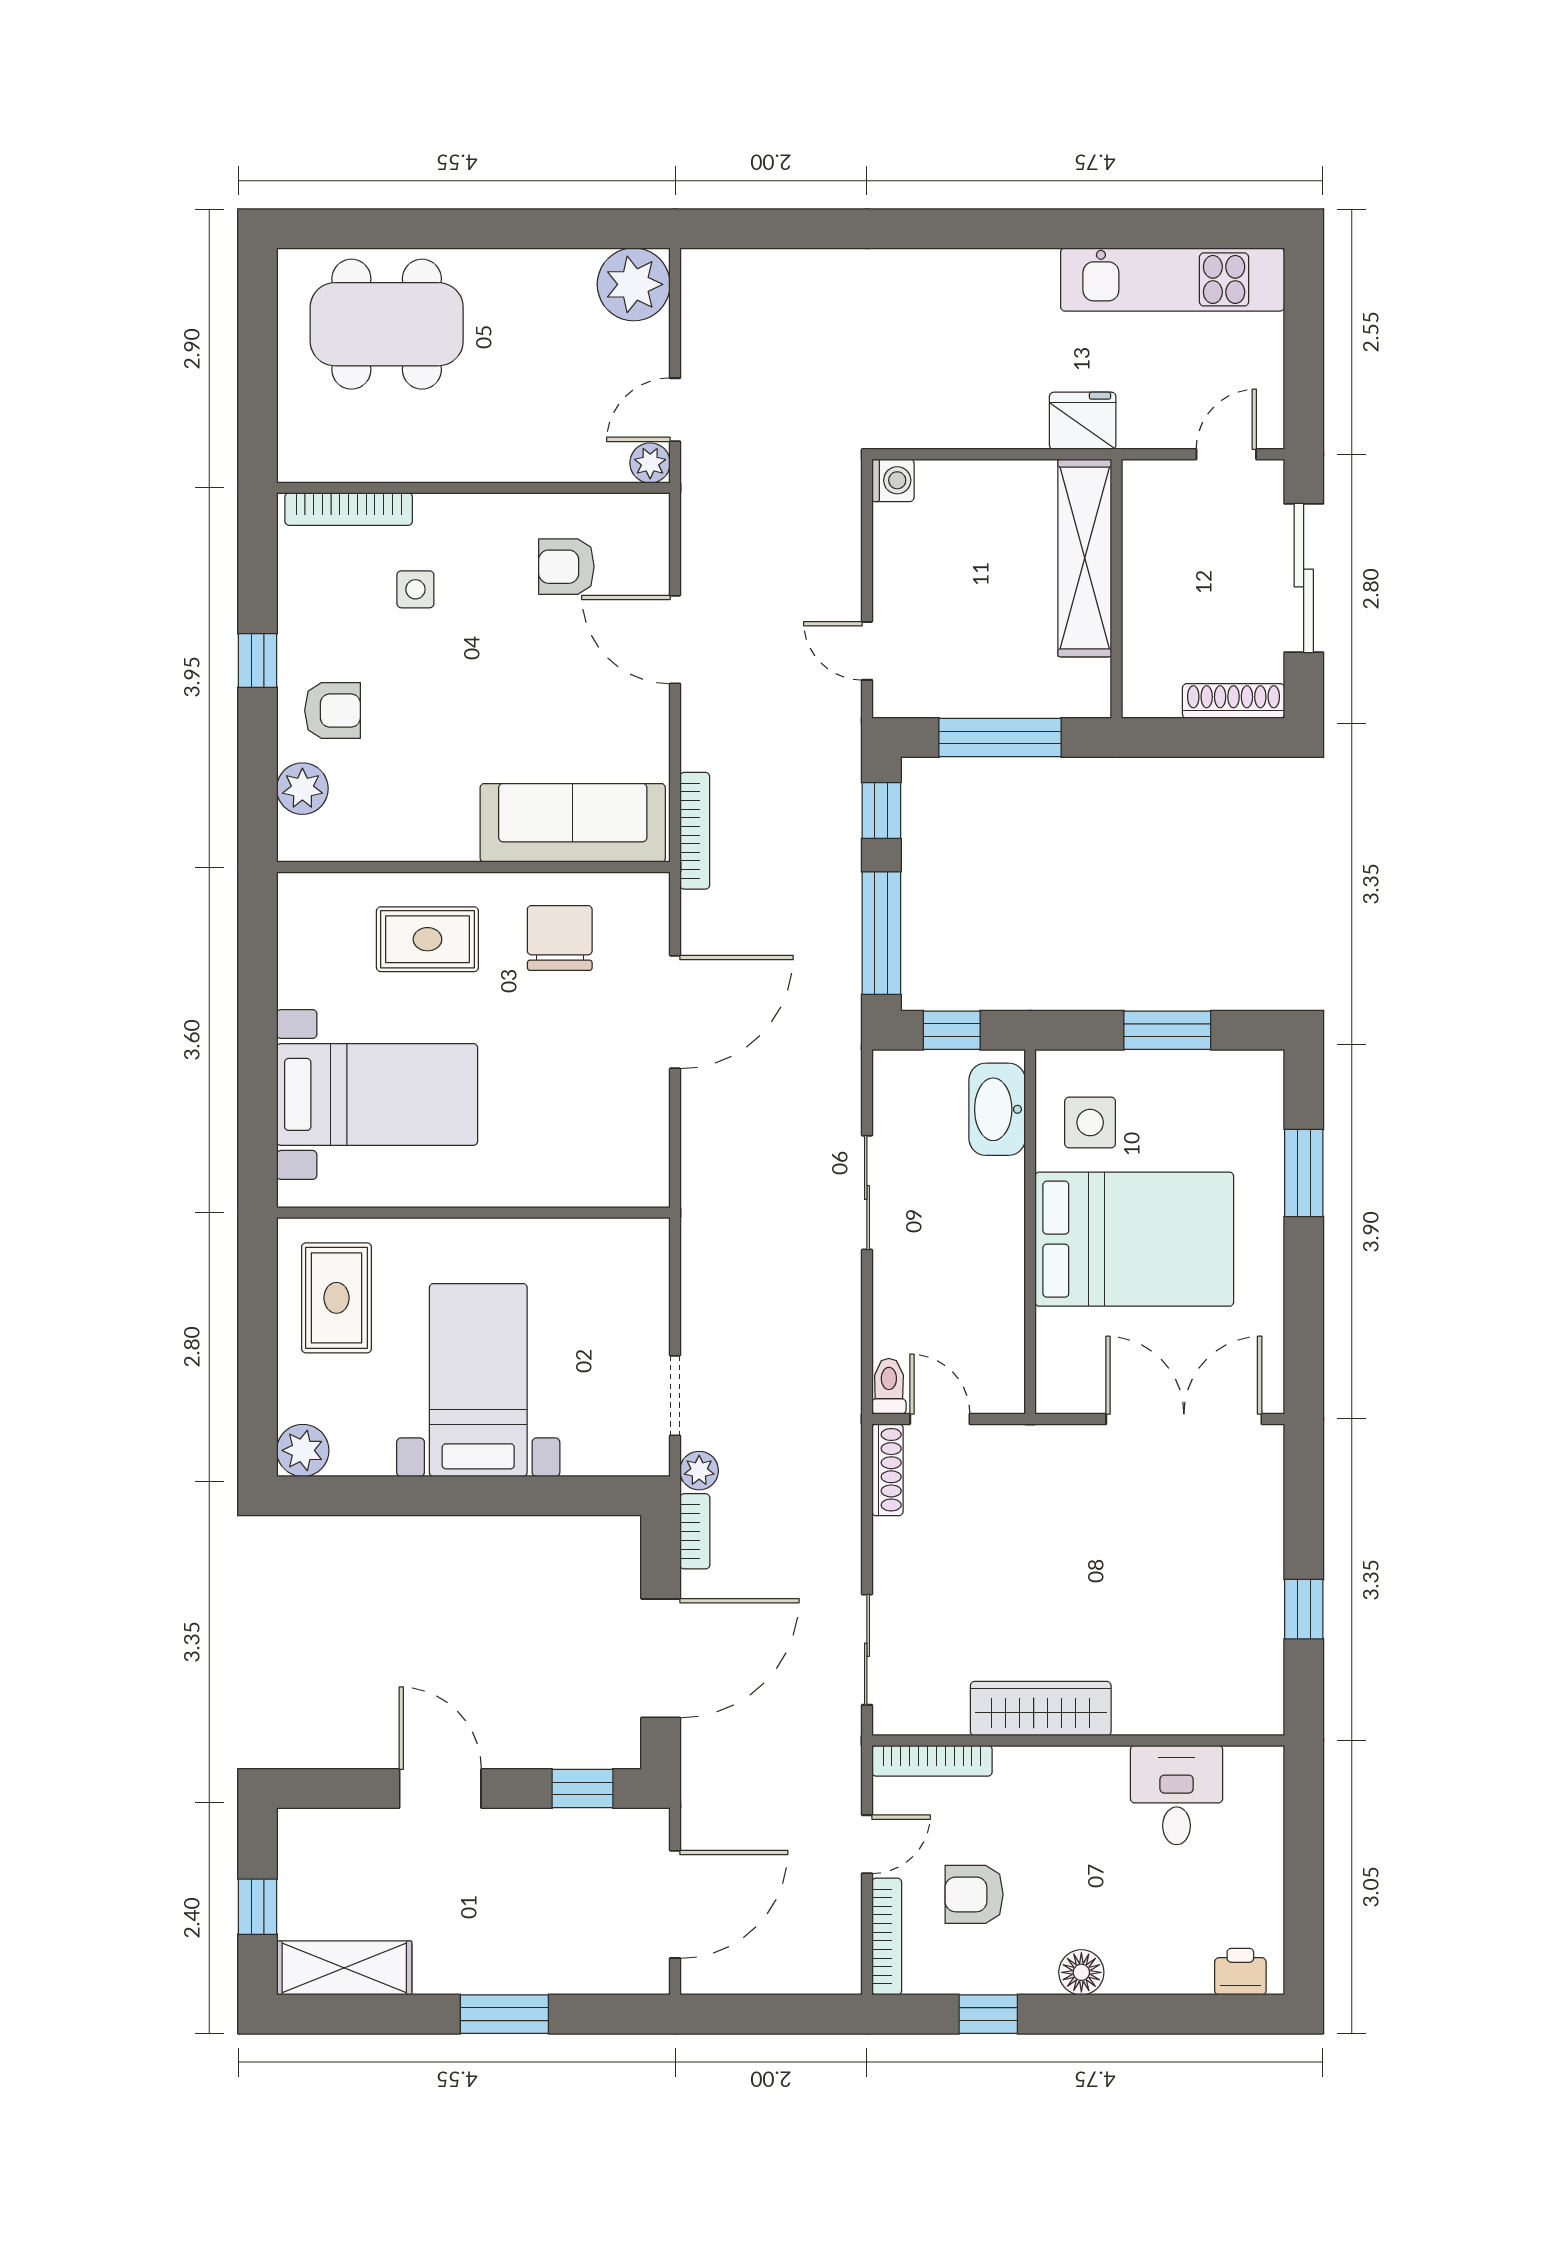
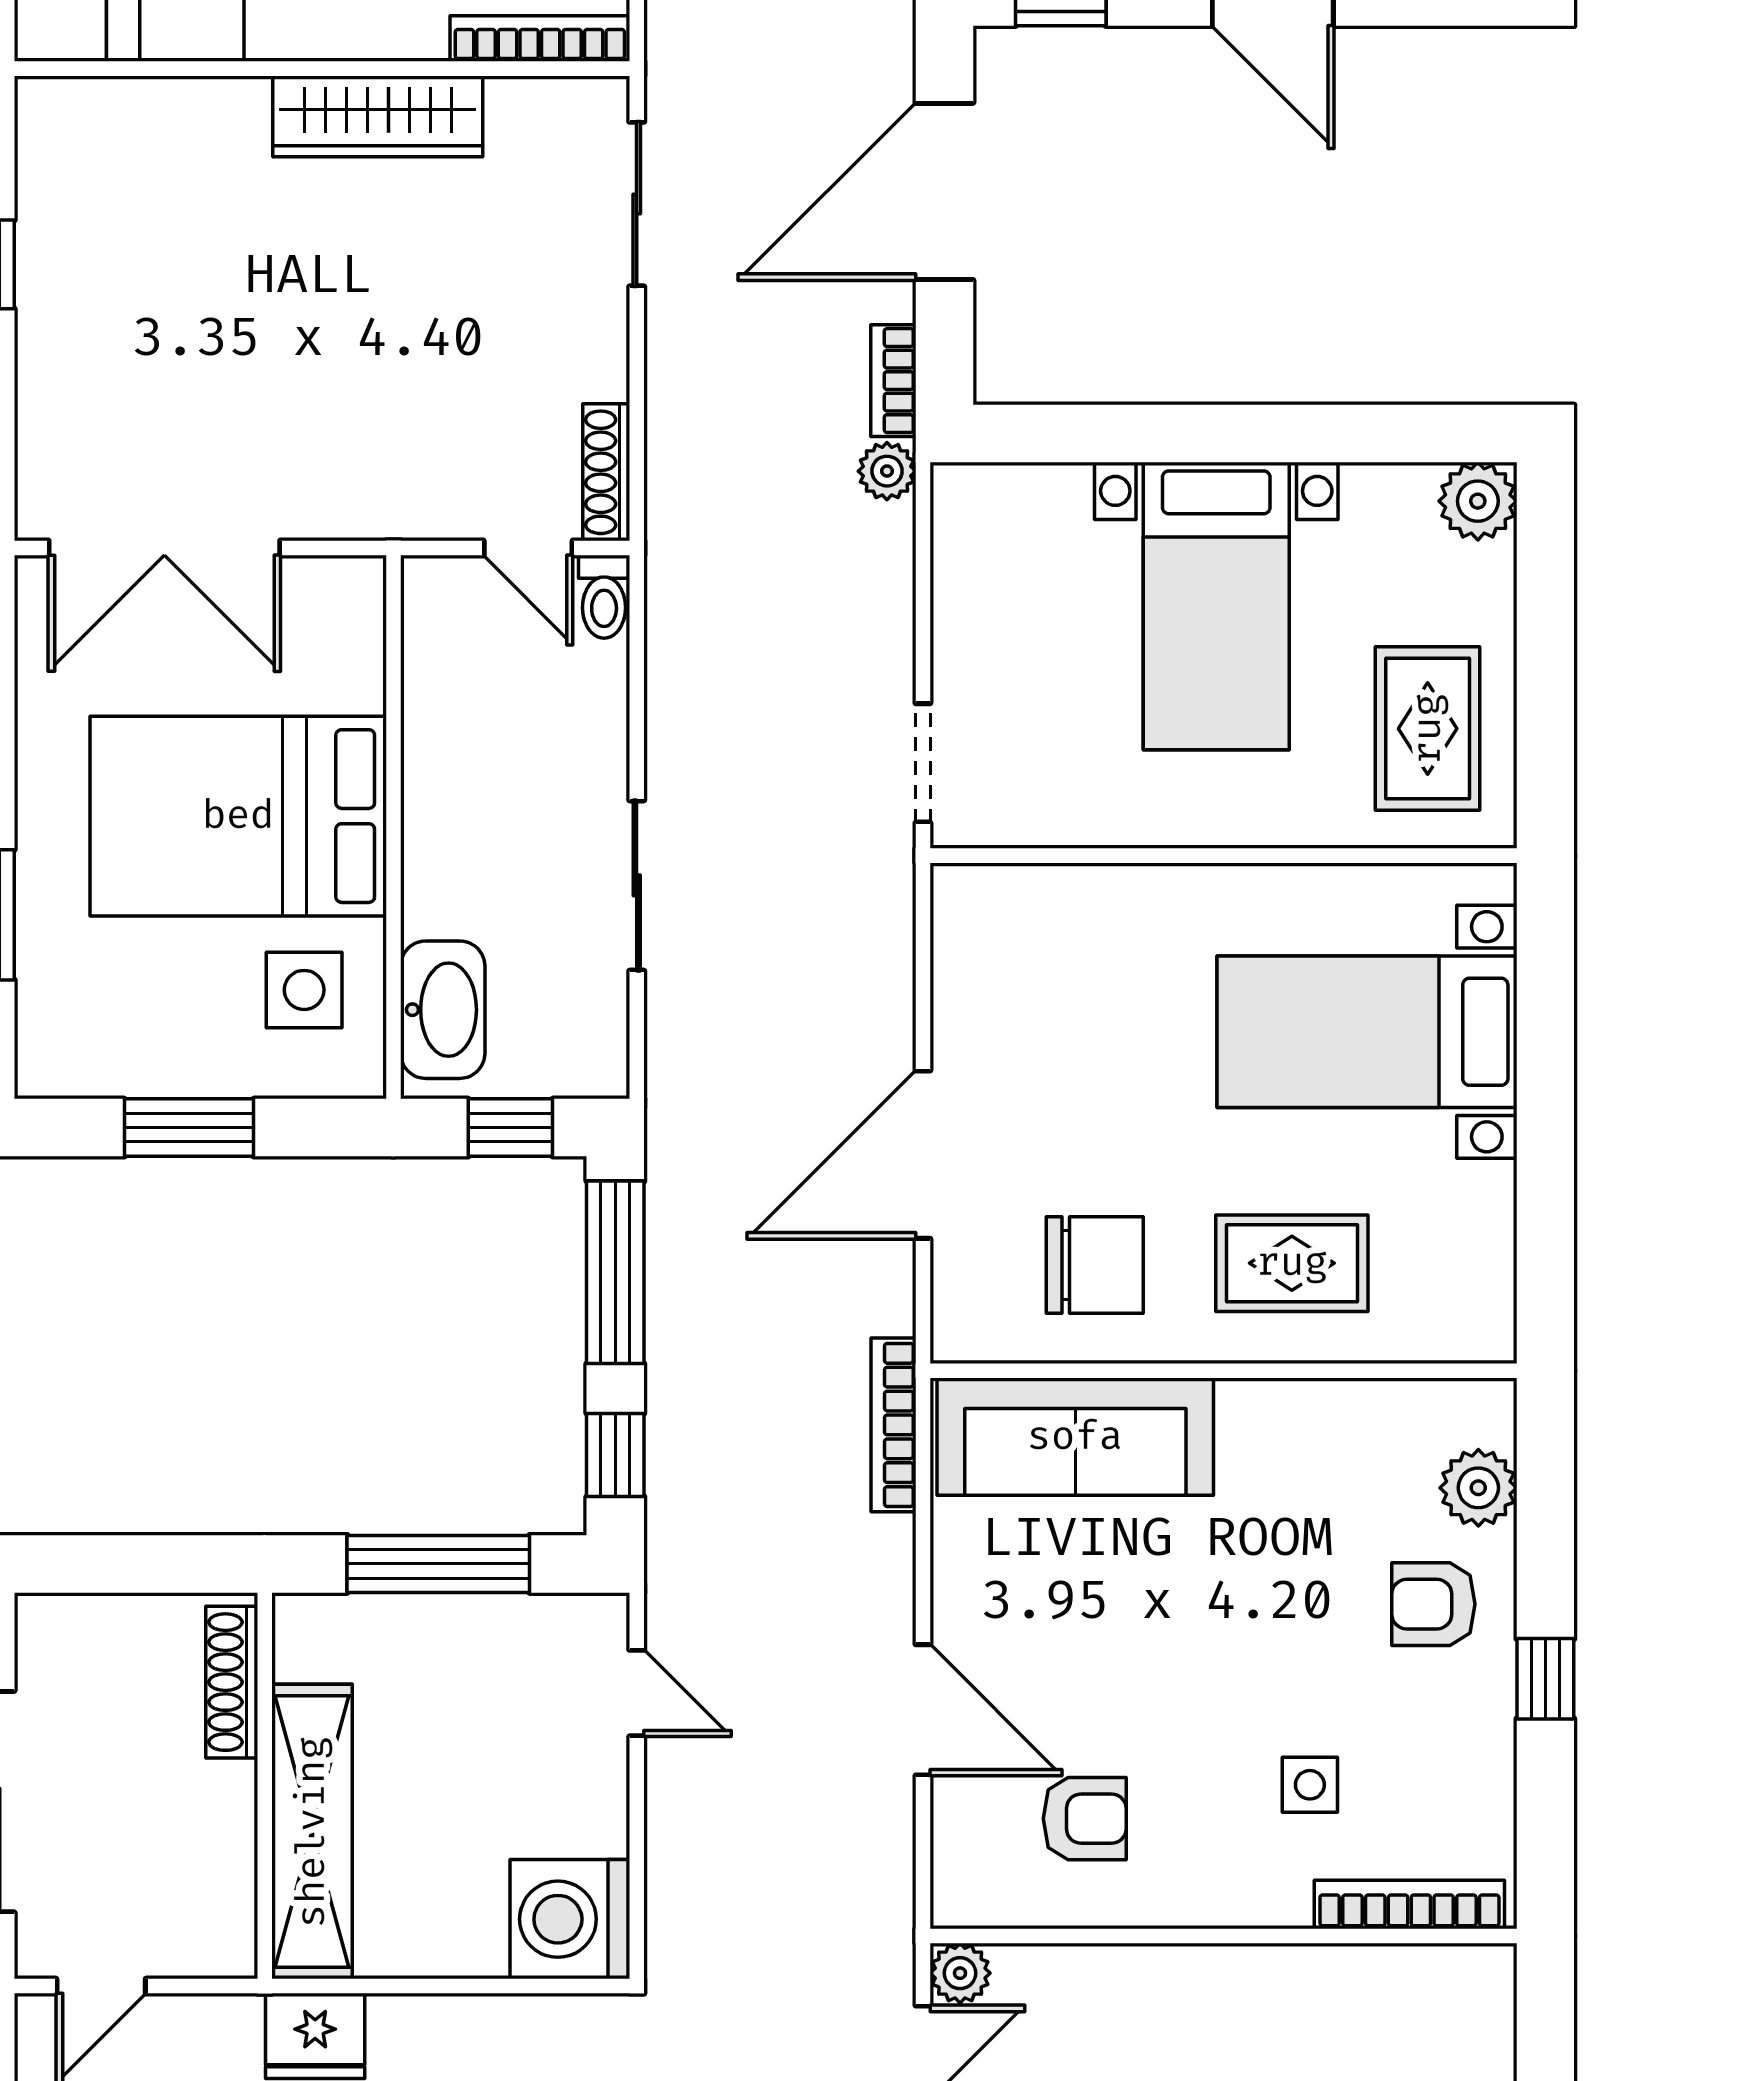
washing machine: (893, 480) -> (570, 1919), width x1.89, depth x1.89
shoe rack: (1234, 701) -> (232, 1682), moved, turned 90
chair: (560, 938) -> (1095, 1265), turned -90
doorway: (675, 1396) -> (923, 763), moved

